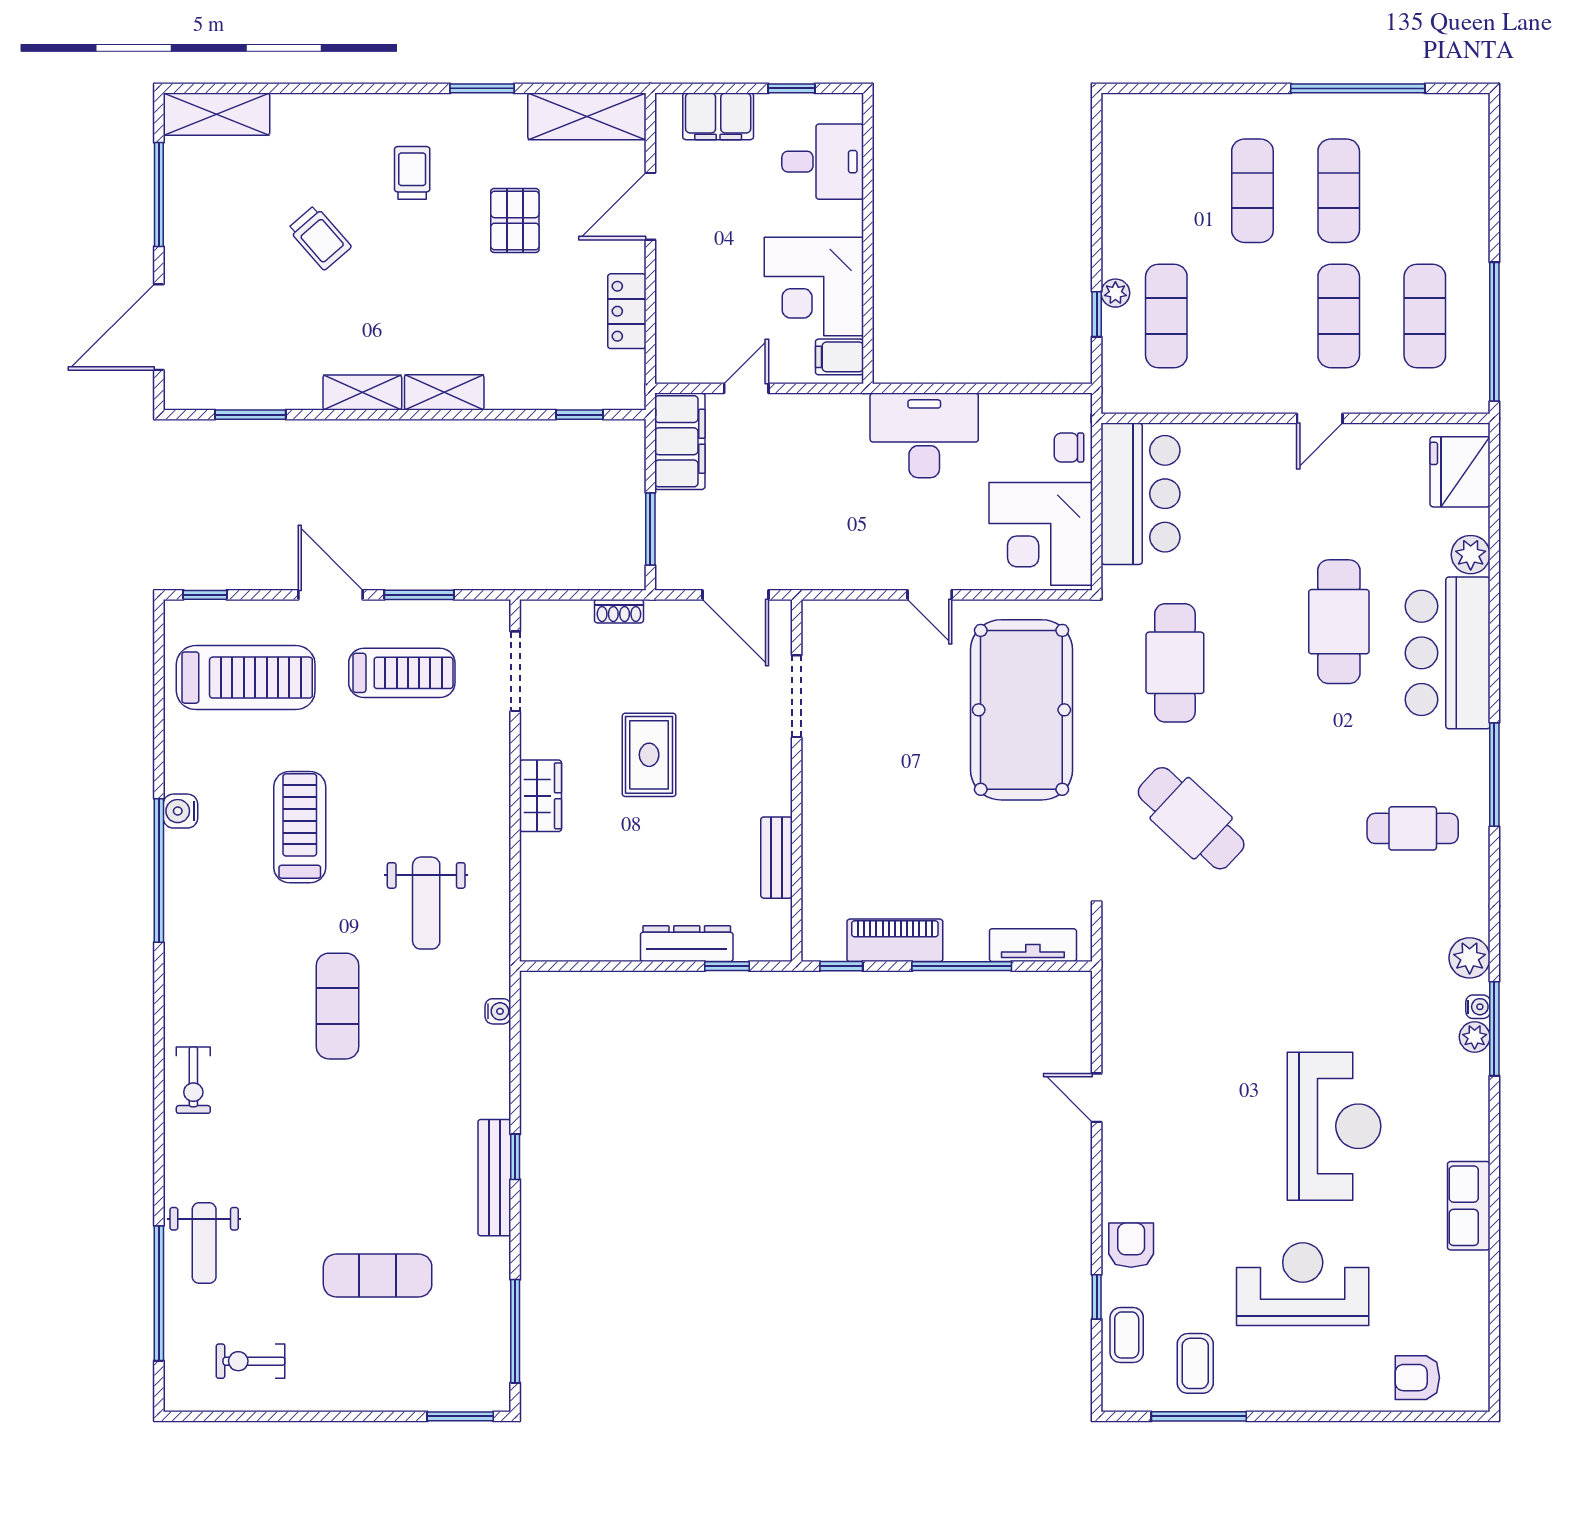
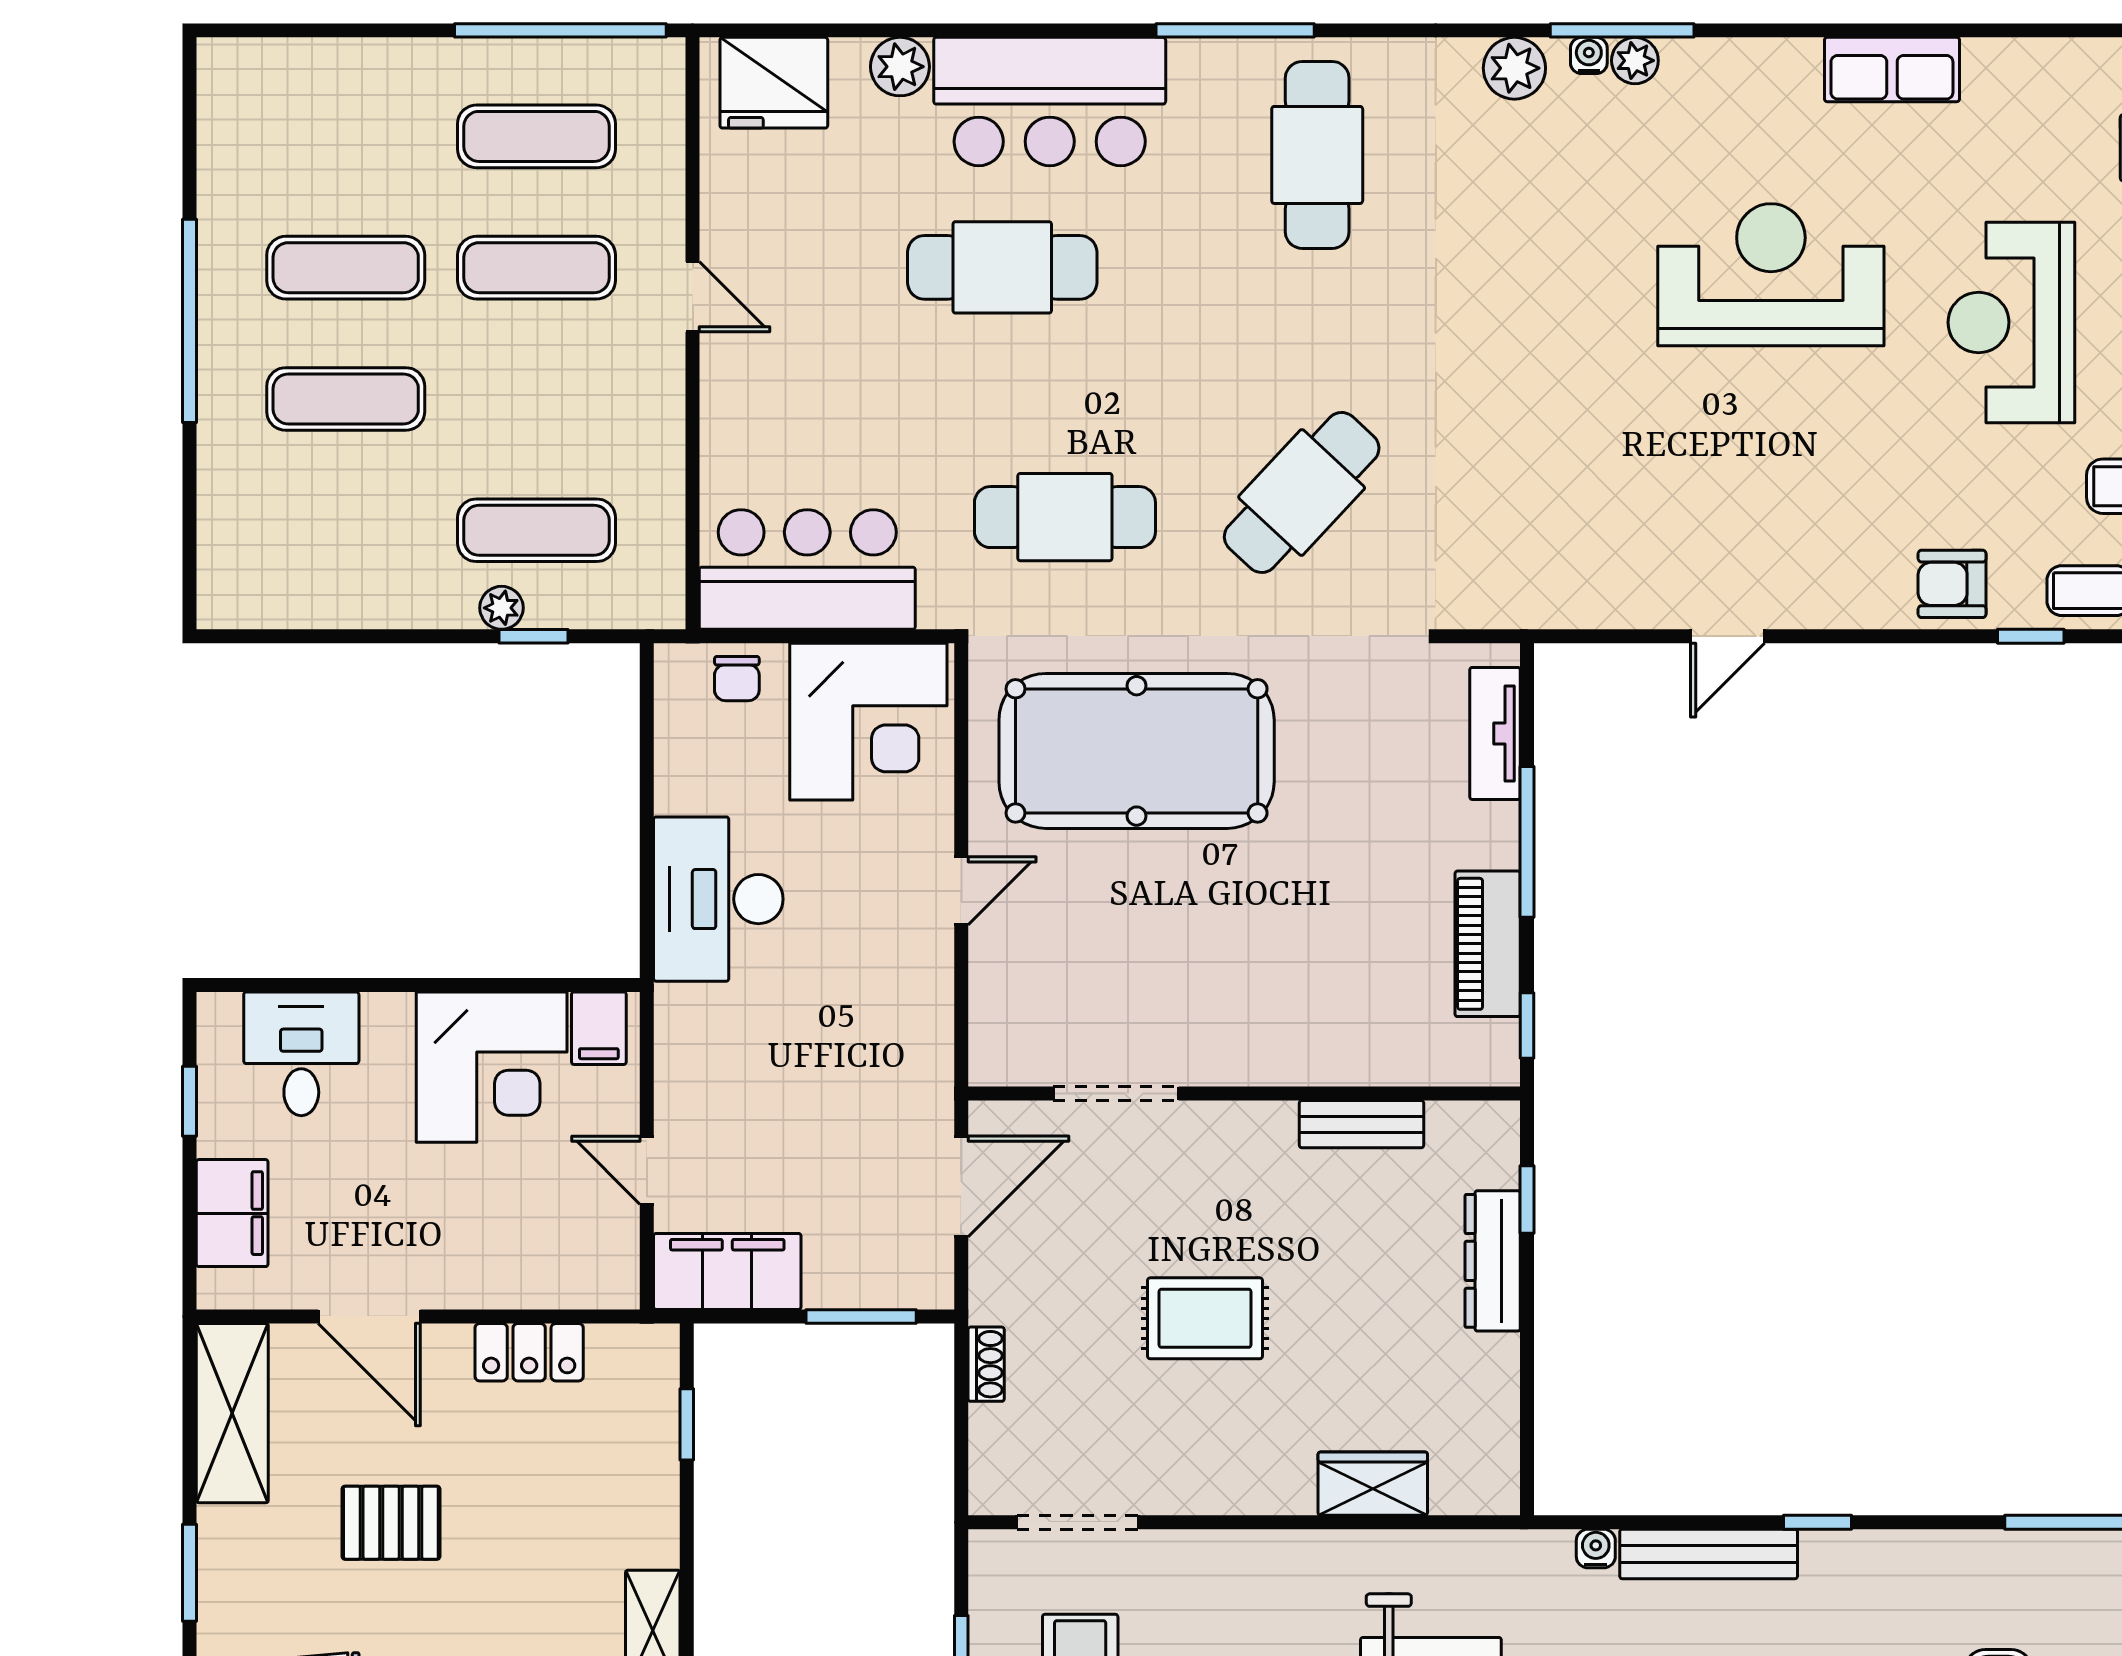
window: (1358, 88) -> (190, 321), moved
wardrobe: (541, 796) -> (1373, 1484), moved
cafe table: (1413, 828) -> (1317, 155), width x1.37, depth x1.35
bench: (494, 1178) -> (1709, 1554), moved

